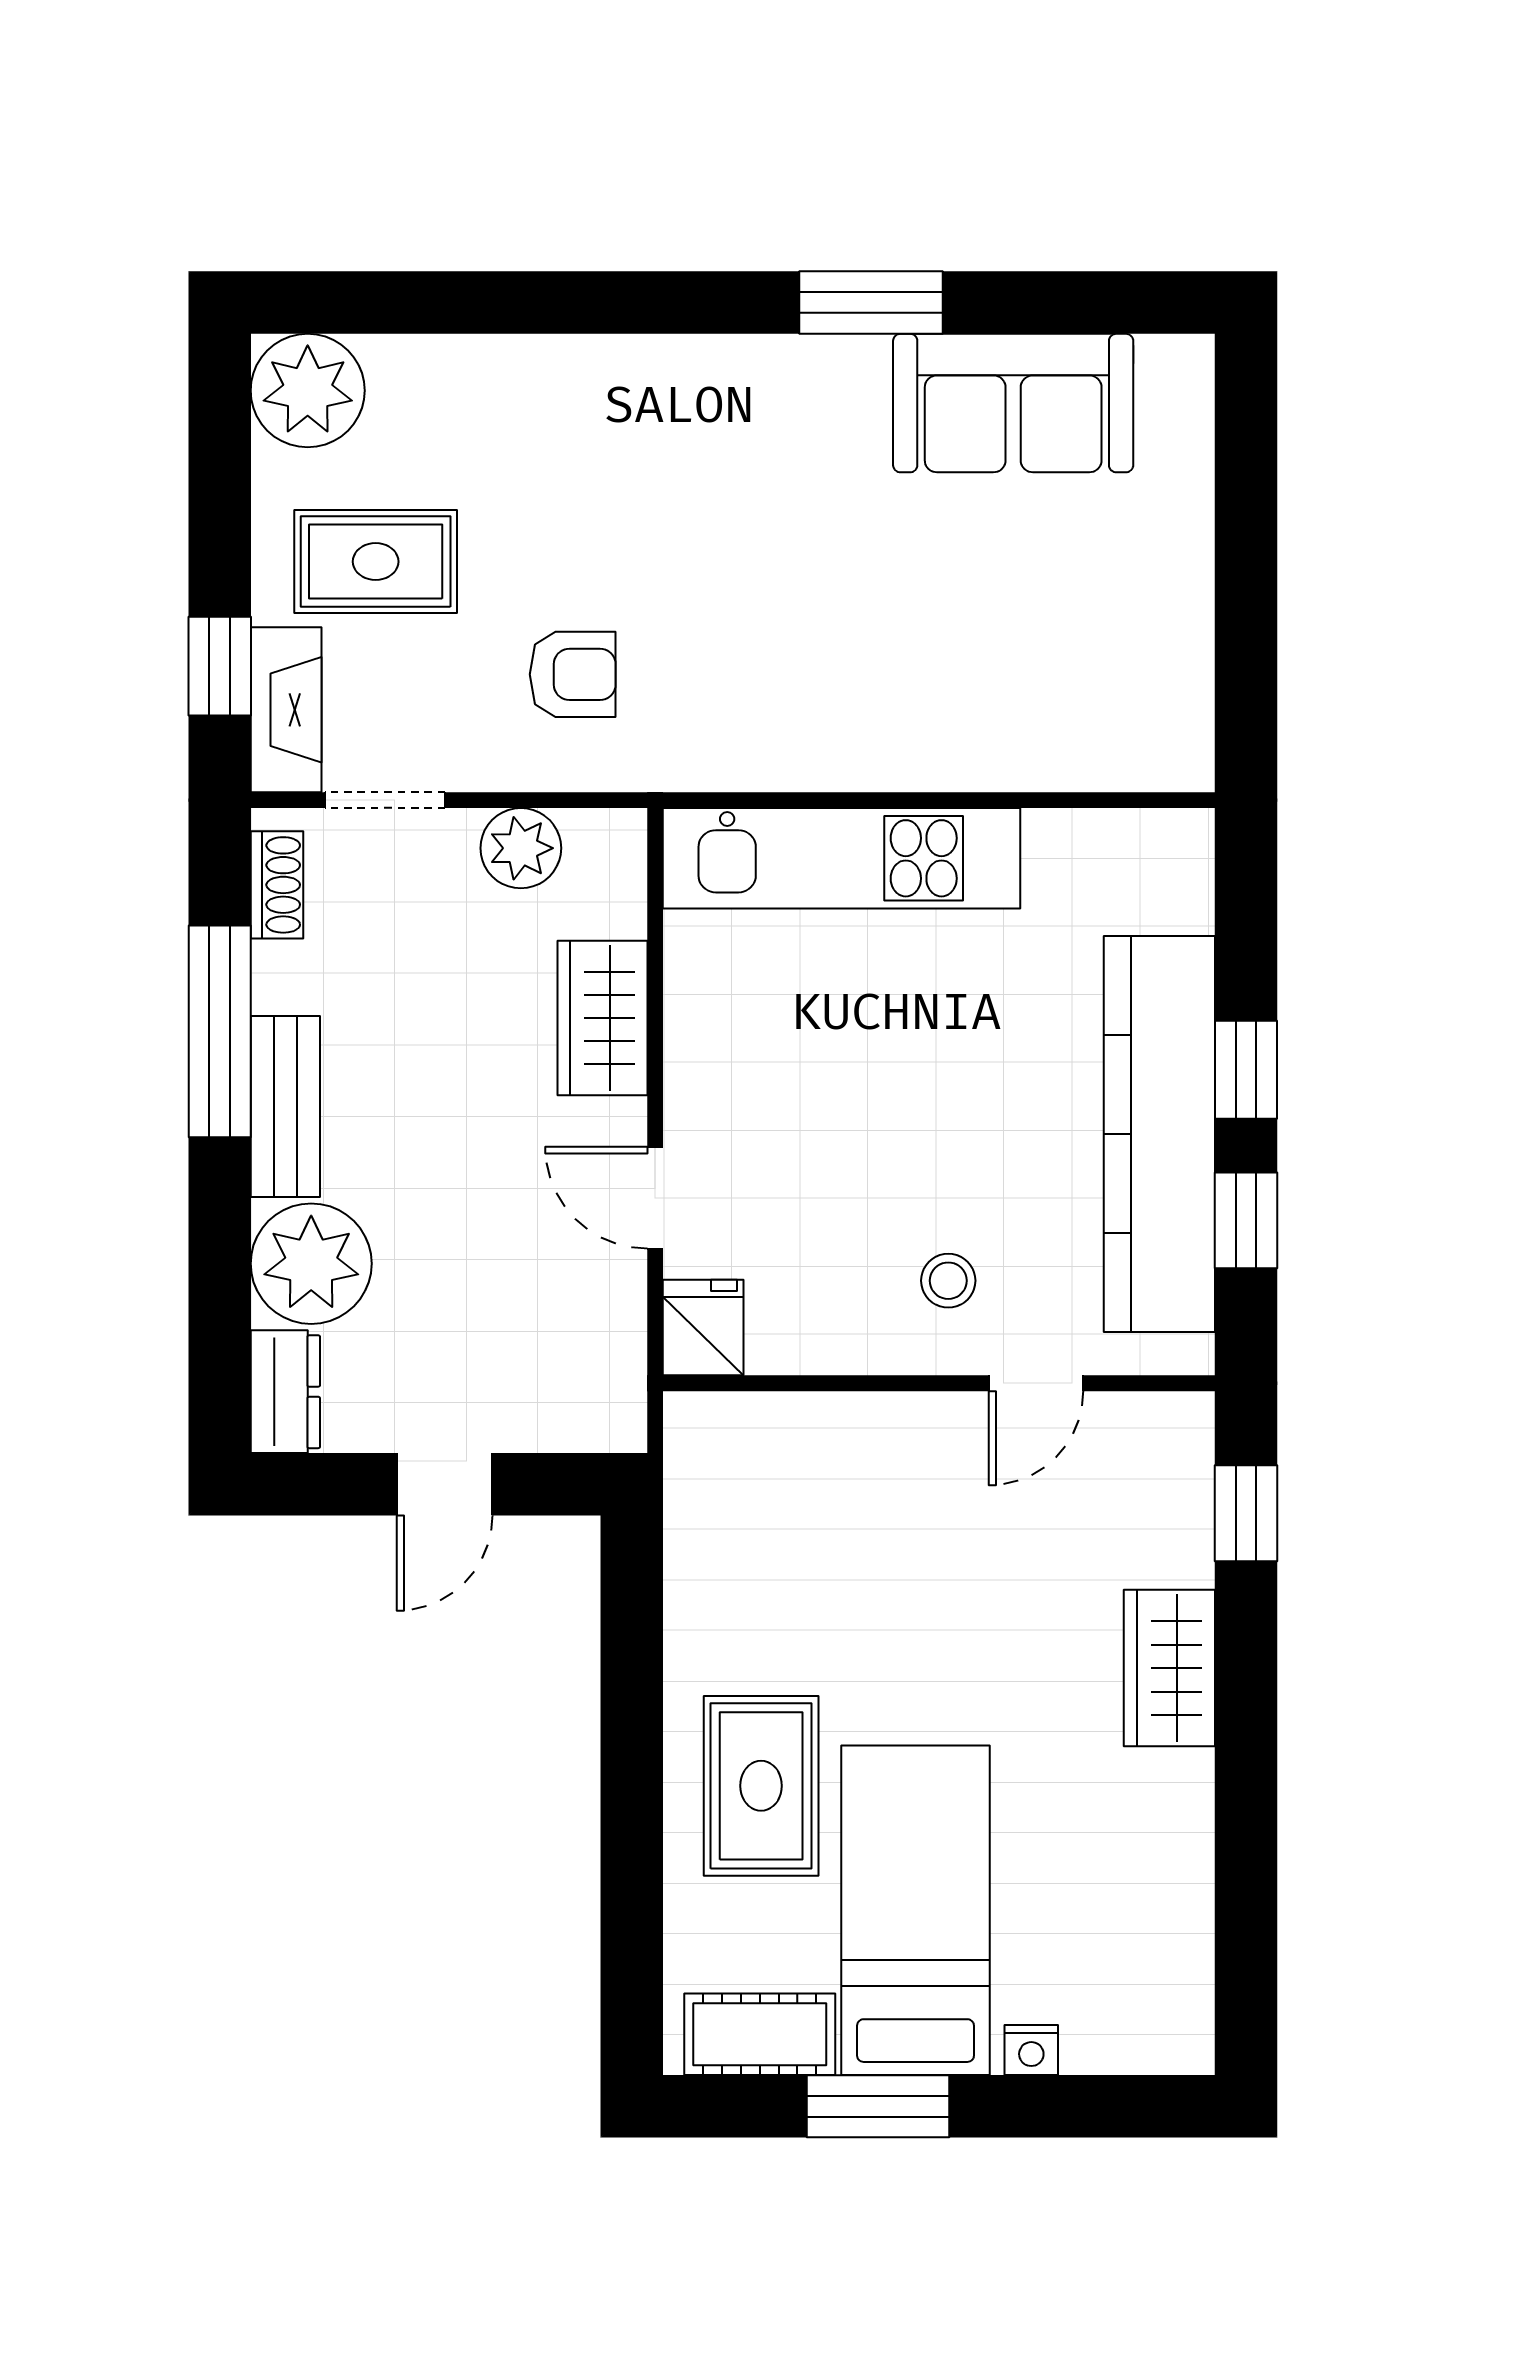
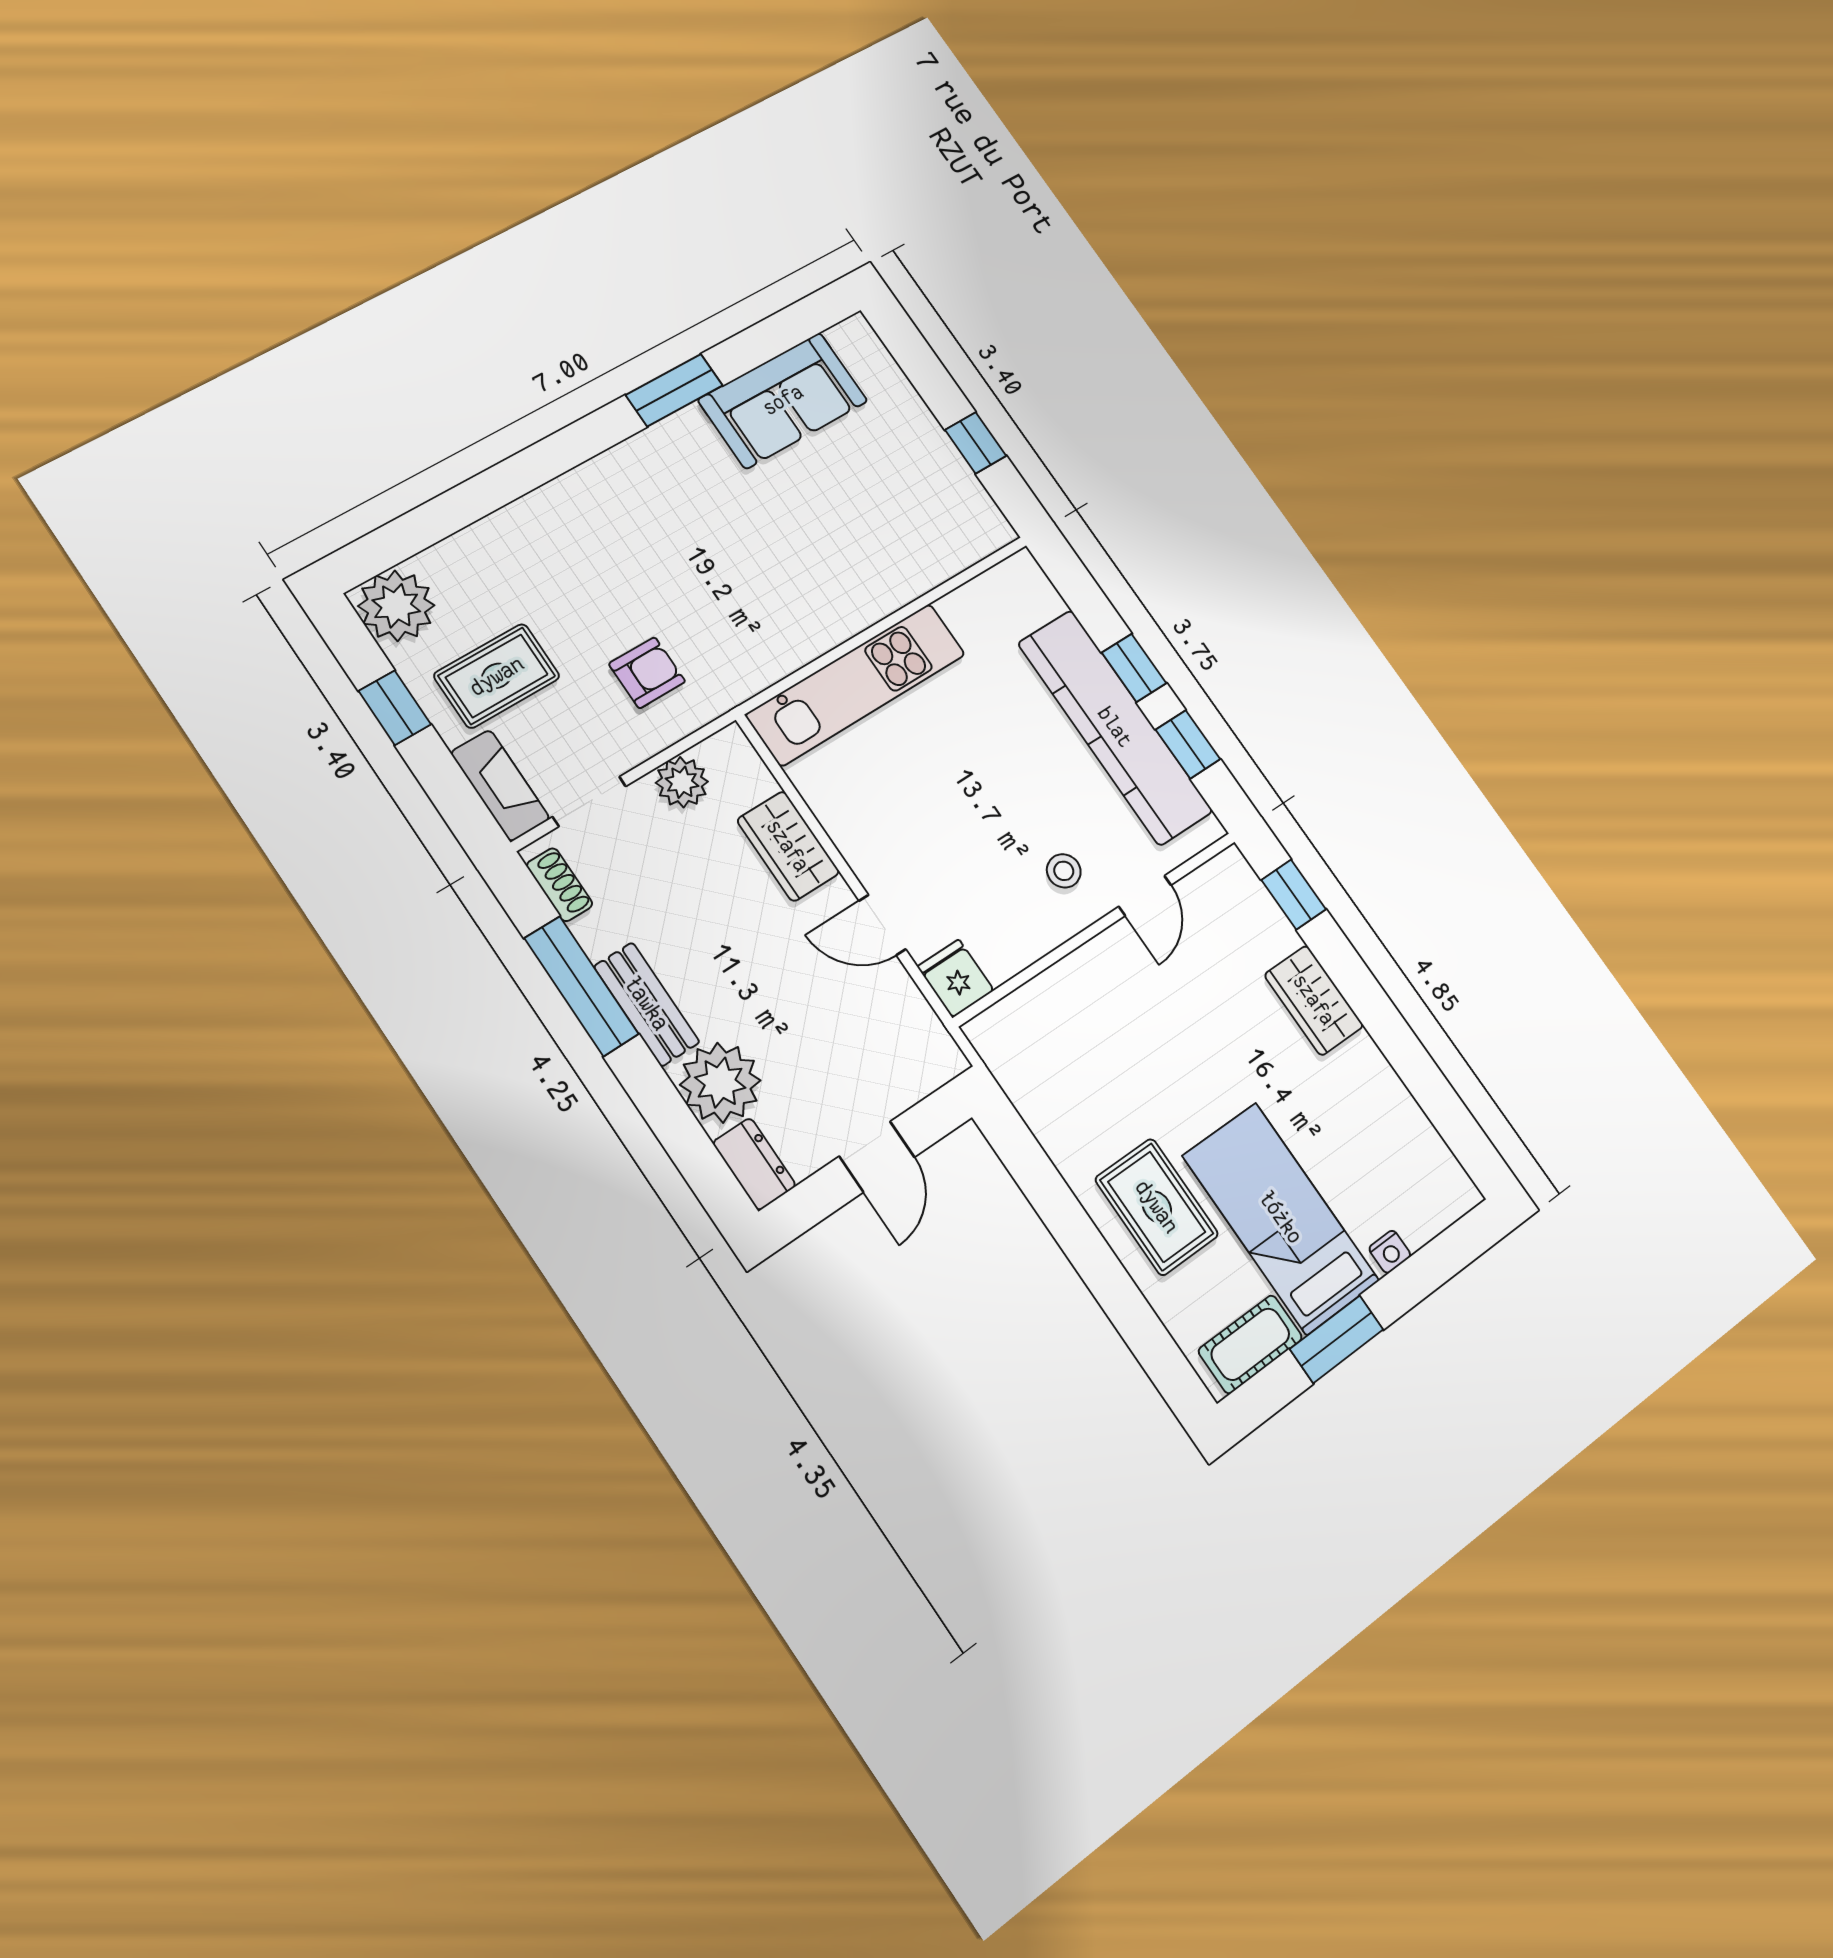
window: (1246, 621) -> (976, 443), added
window: (220, 666) -> (395, 708), moved

